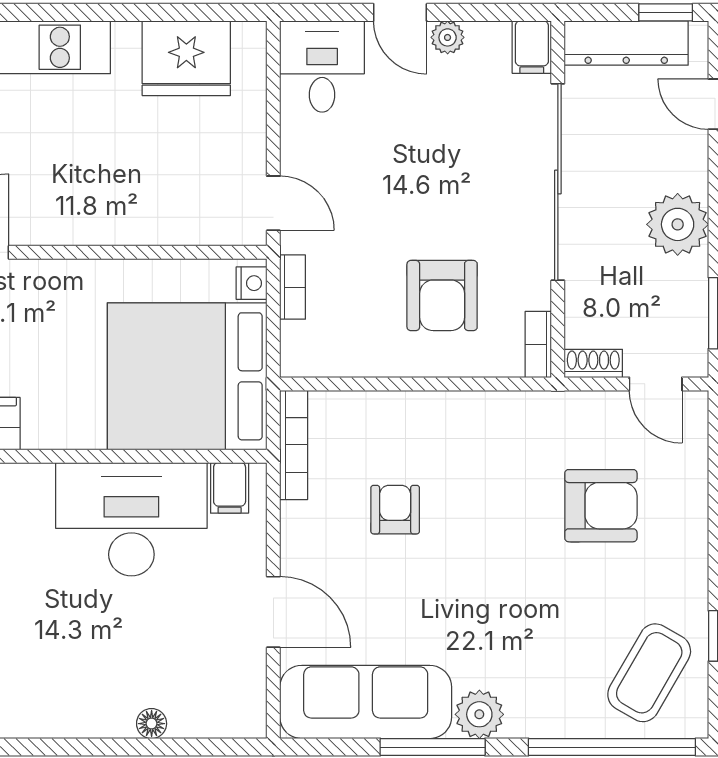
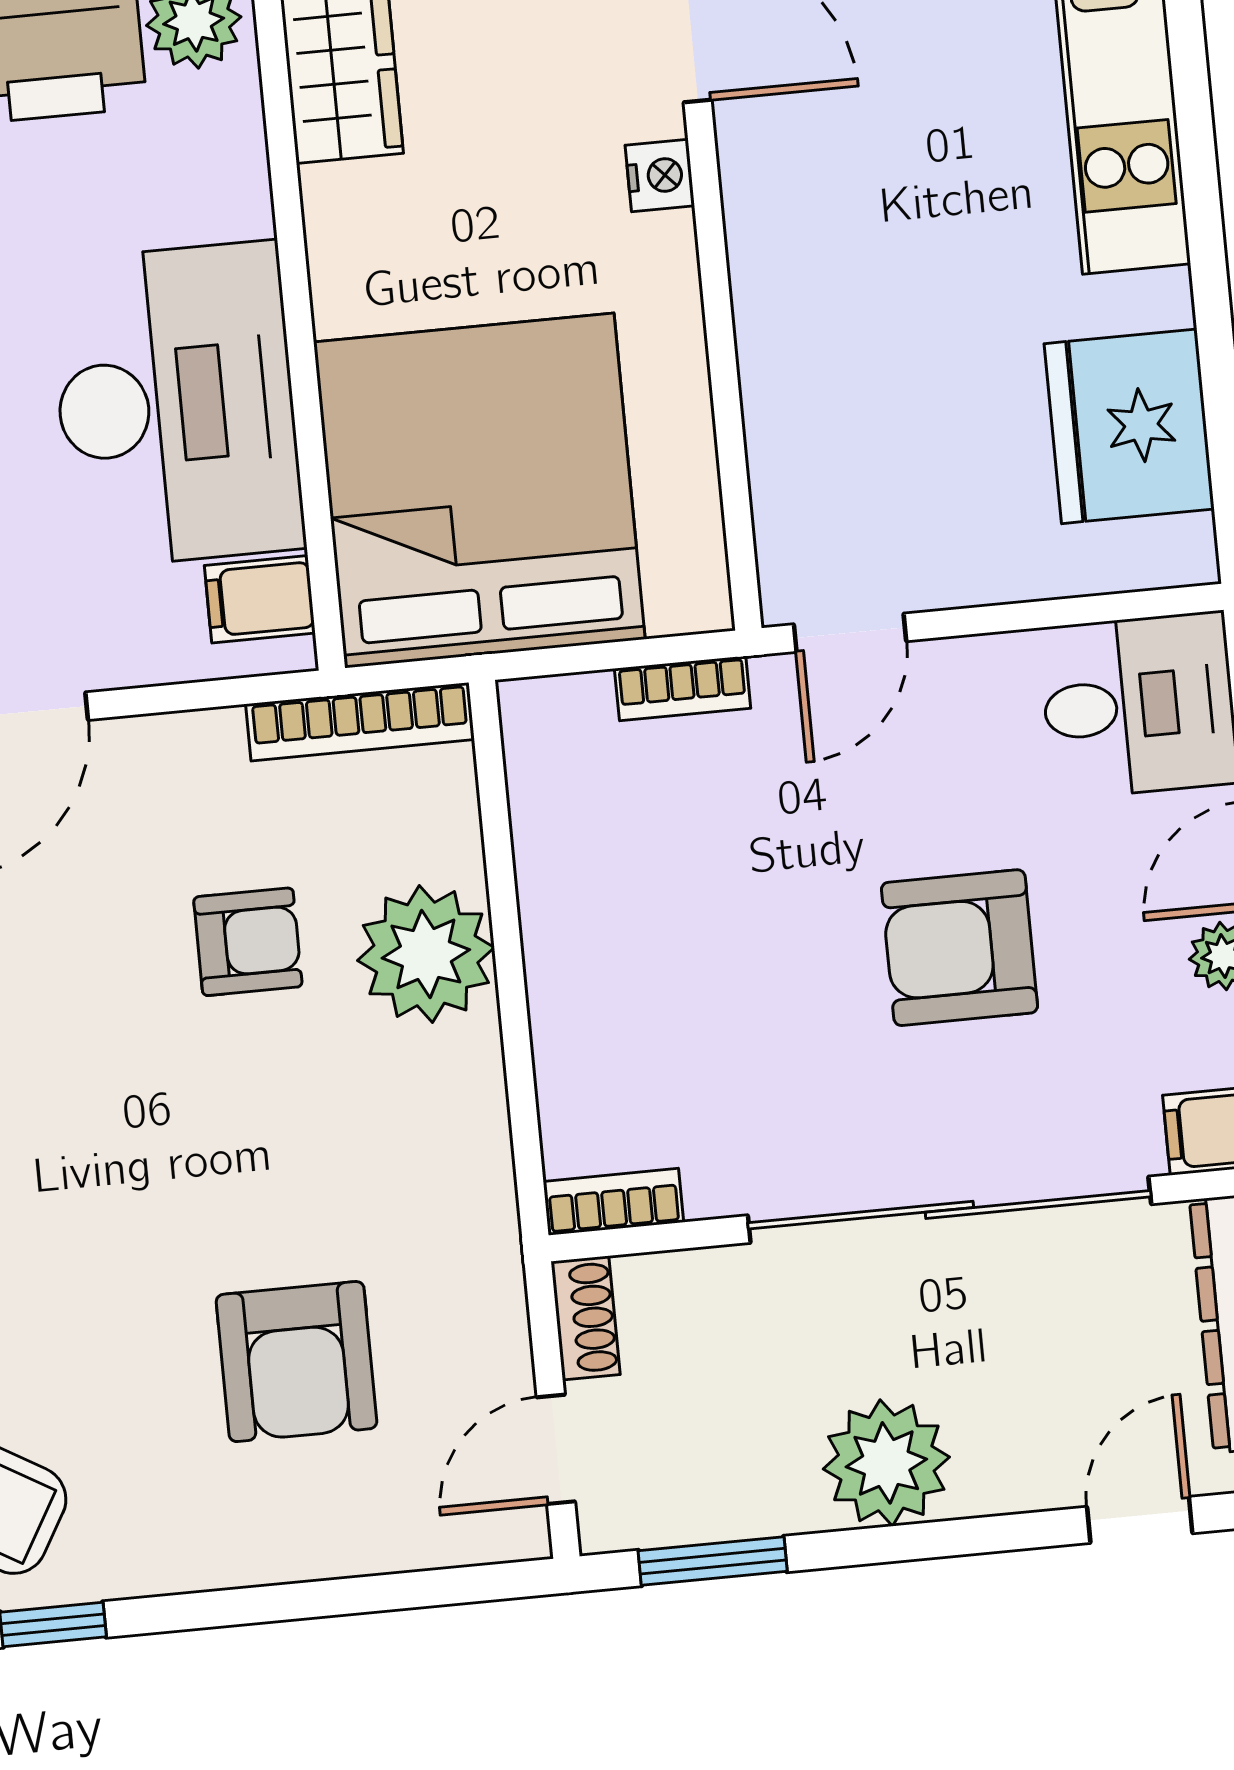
nightstand: (252, 283) -> (660, 175), moved, turned -90
armchair: (442, 296) -> (960, 948), moved
plant: (409, 424) -> (426, 954), added

